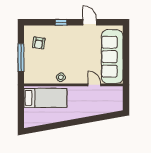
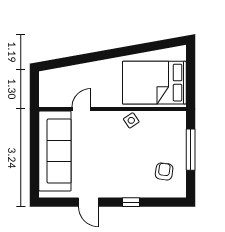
door: (94, 85) -> (81, 109), swing flipped
bed: (45, 98) -> (154, 83), width x1.50

